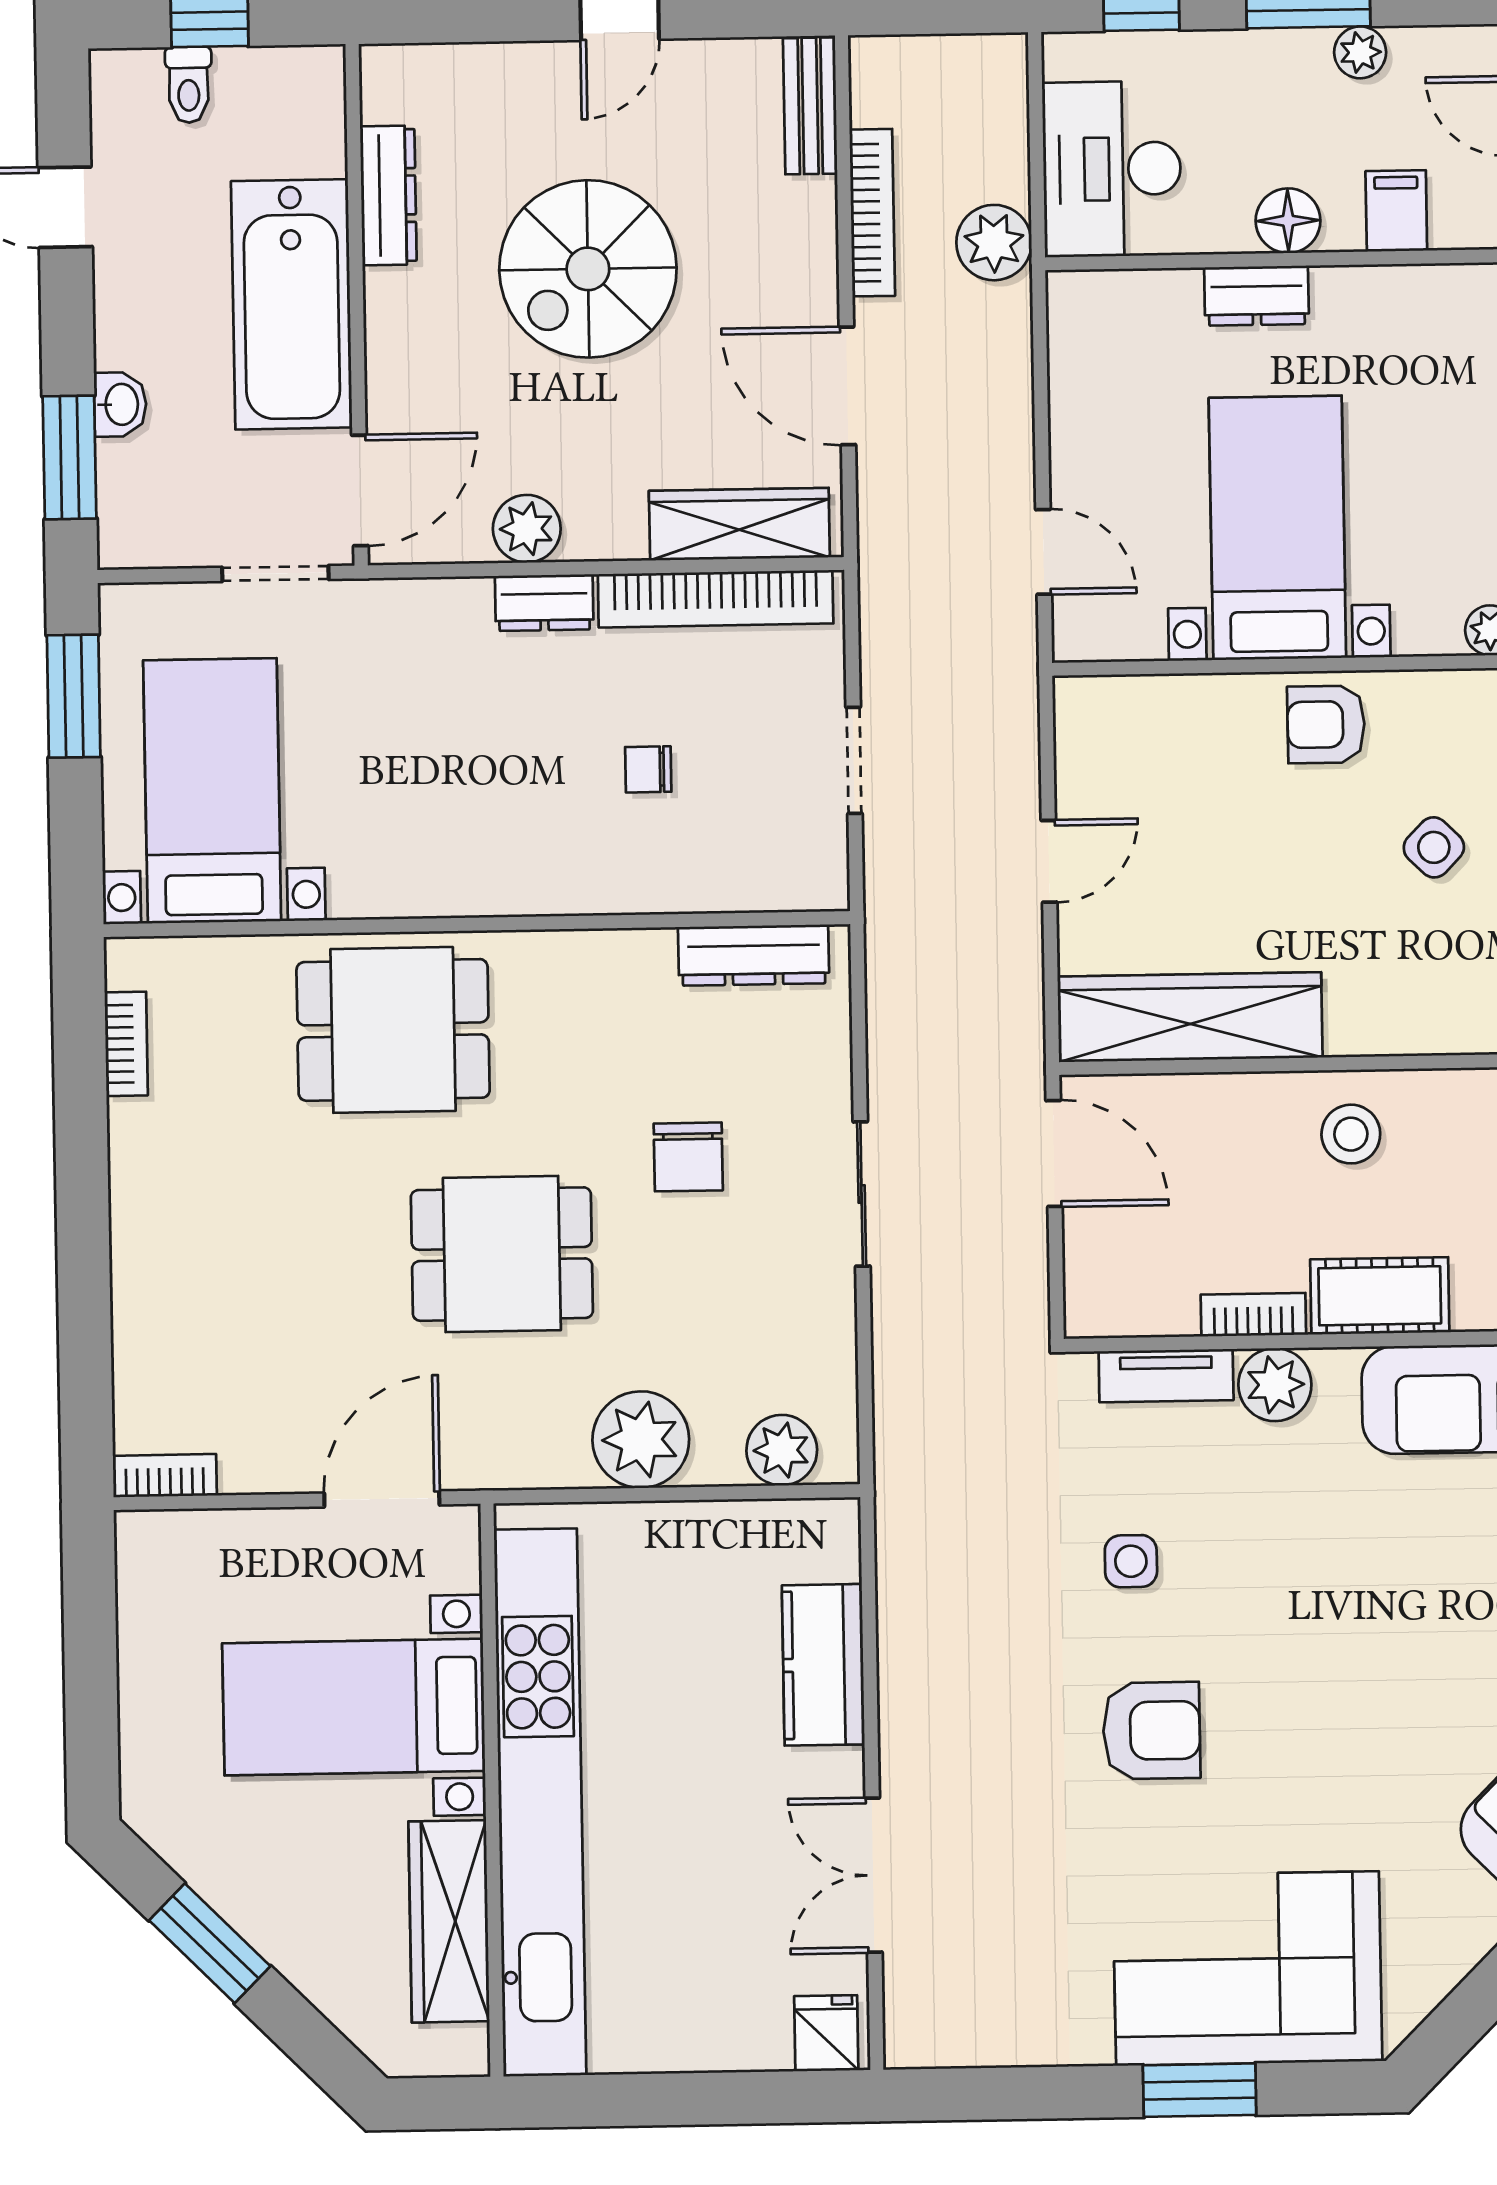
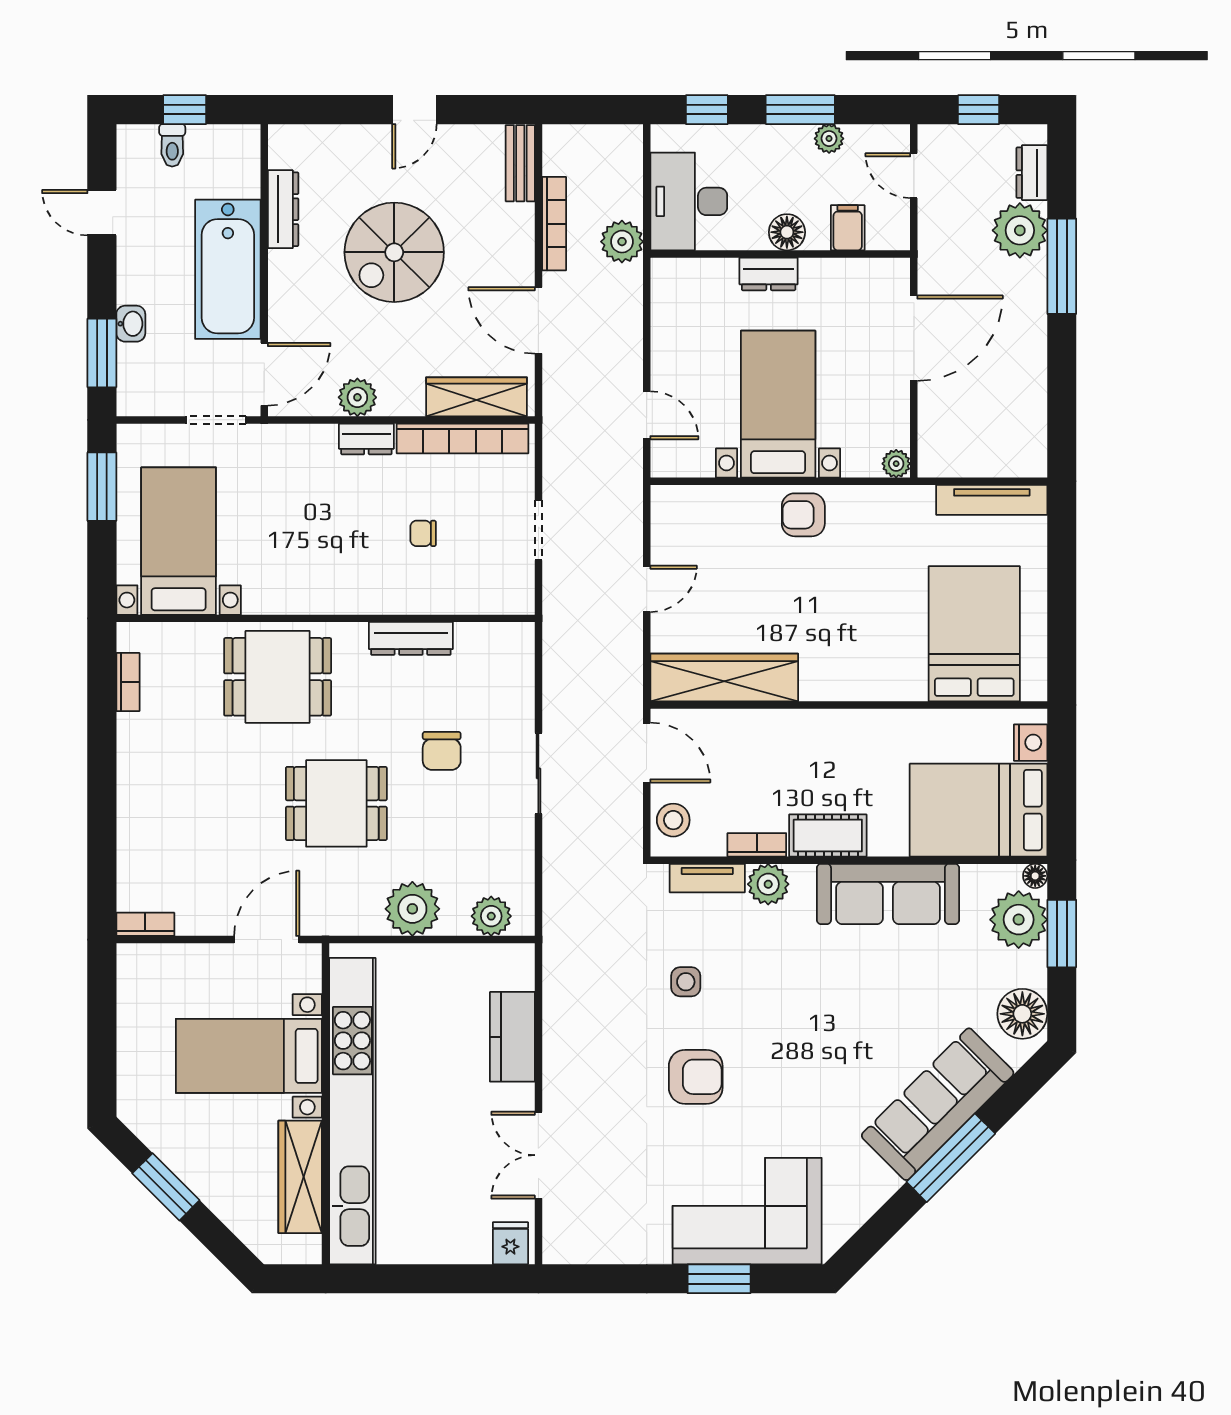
side table: (1434, 847) -> (863, 585), removed
dresser: (754, 955) -> (411, 638), moved
stool: (1351, 1134) -> (673, 820), moved

